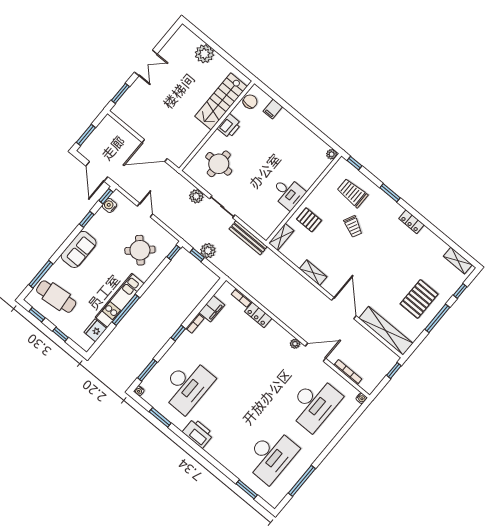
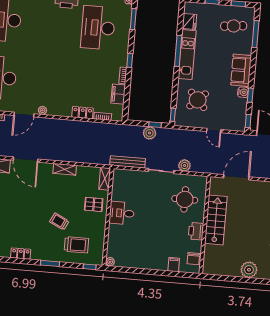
stairs: (221, 101) -> (216, 220), moved
water cooler: (109, 205) -> (243, 92), moved
cafe table: (56, 297) -> (234, 26), width x0.73, depth x0.74

